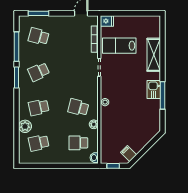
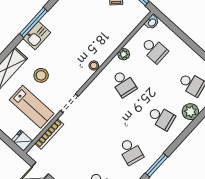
stool: (130, 69) -> (41, 75), added
school desk: (39, 72) -> (131, 151), turned 42

